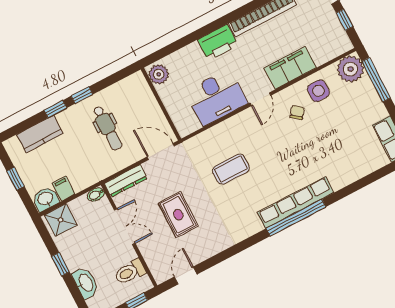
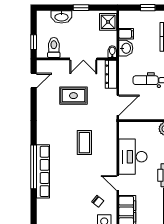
washbasin: (45, 199) -> (126, 48), moved
door: (186, 276) -> (34, 81), hinge flipped

